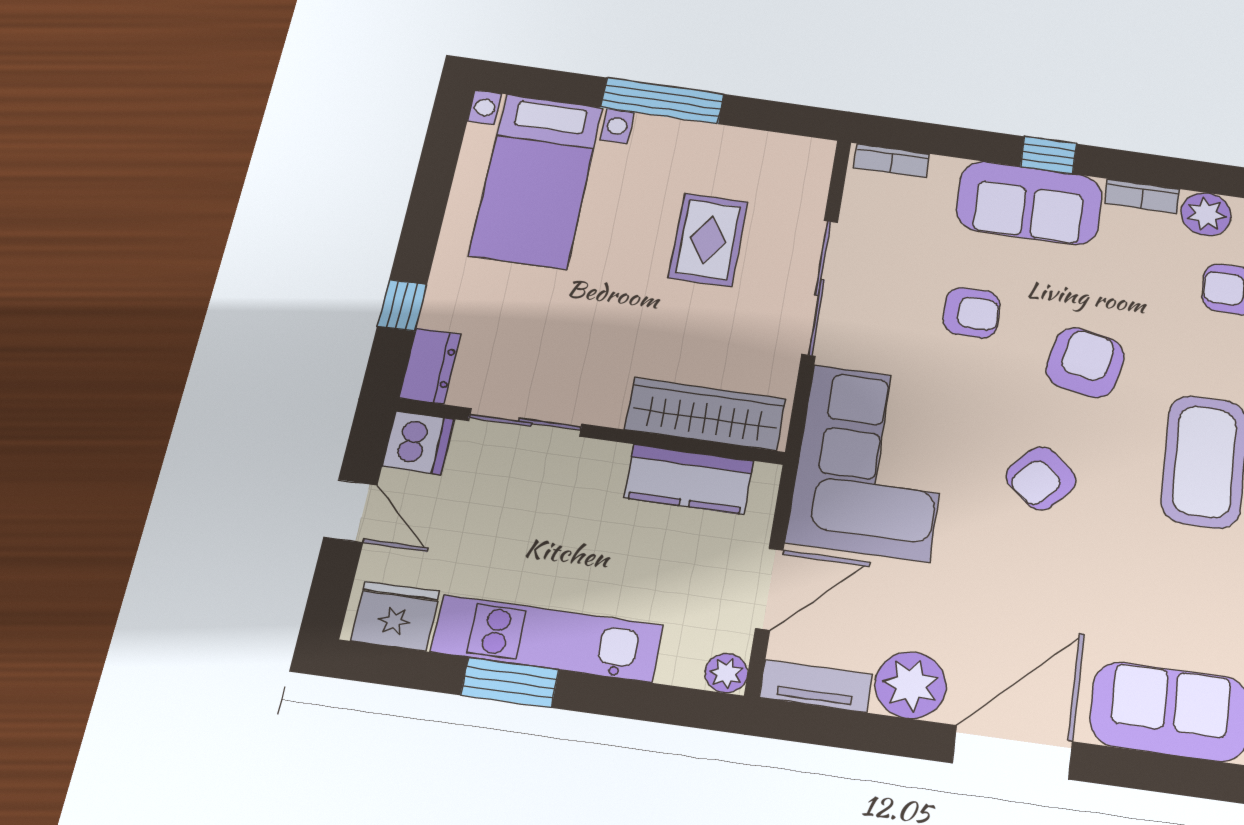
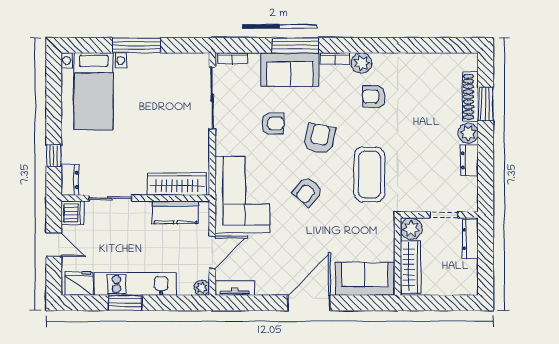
window: (1048, 155) -> (295, 45), width x2.17
rug: (708, 240) -> (165, 107), removed
sliding door: (820, 288) -> (212, 98), moved
plant: (911, 685) -> (269, 282), removed

